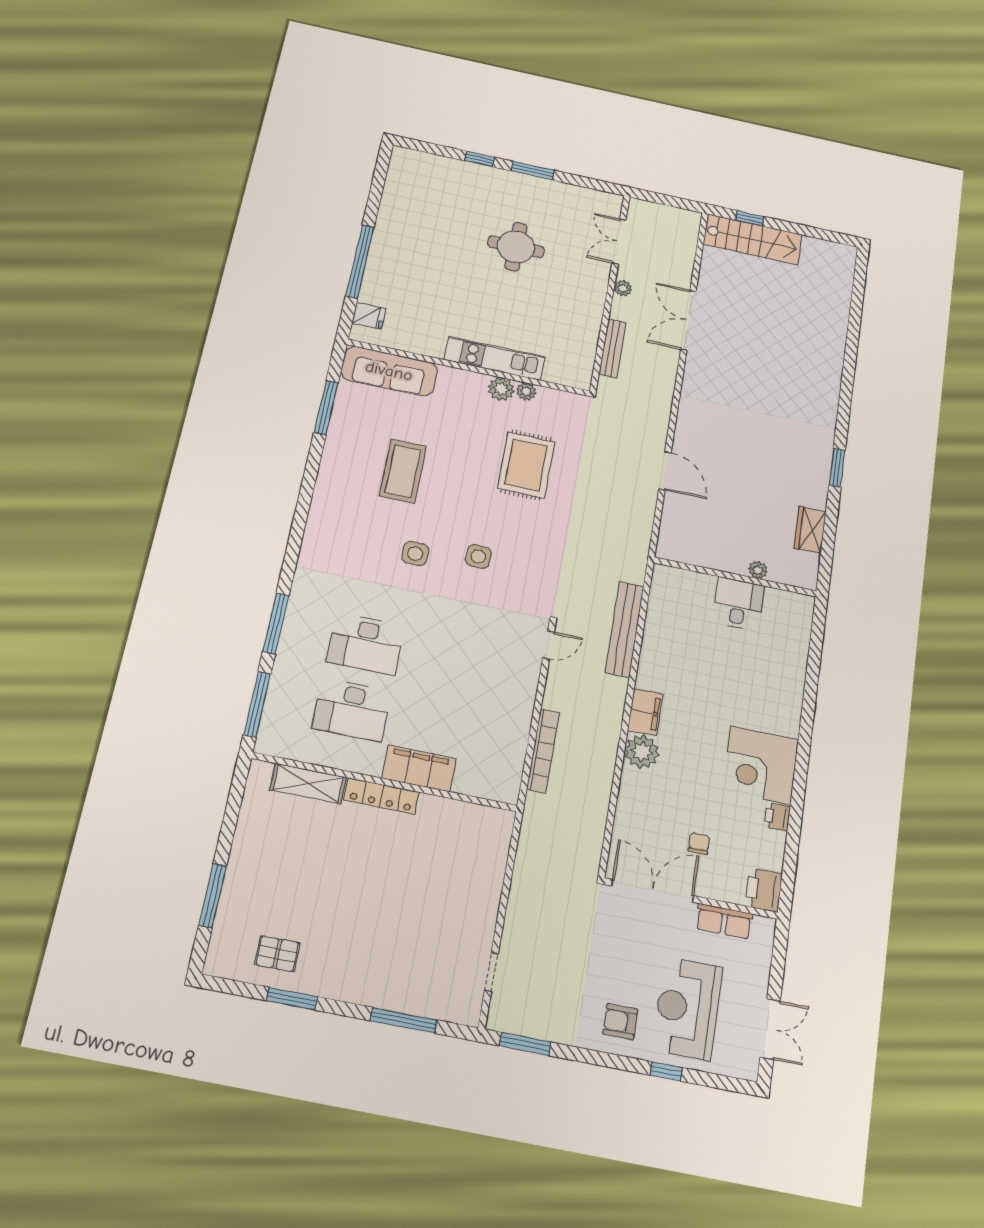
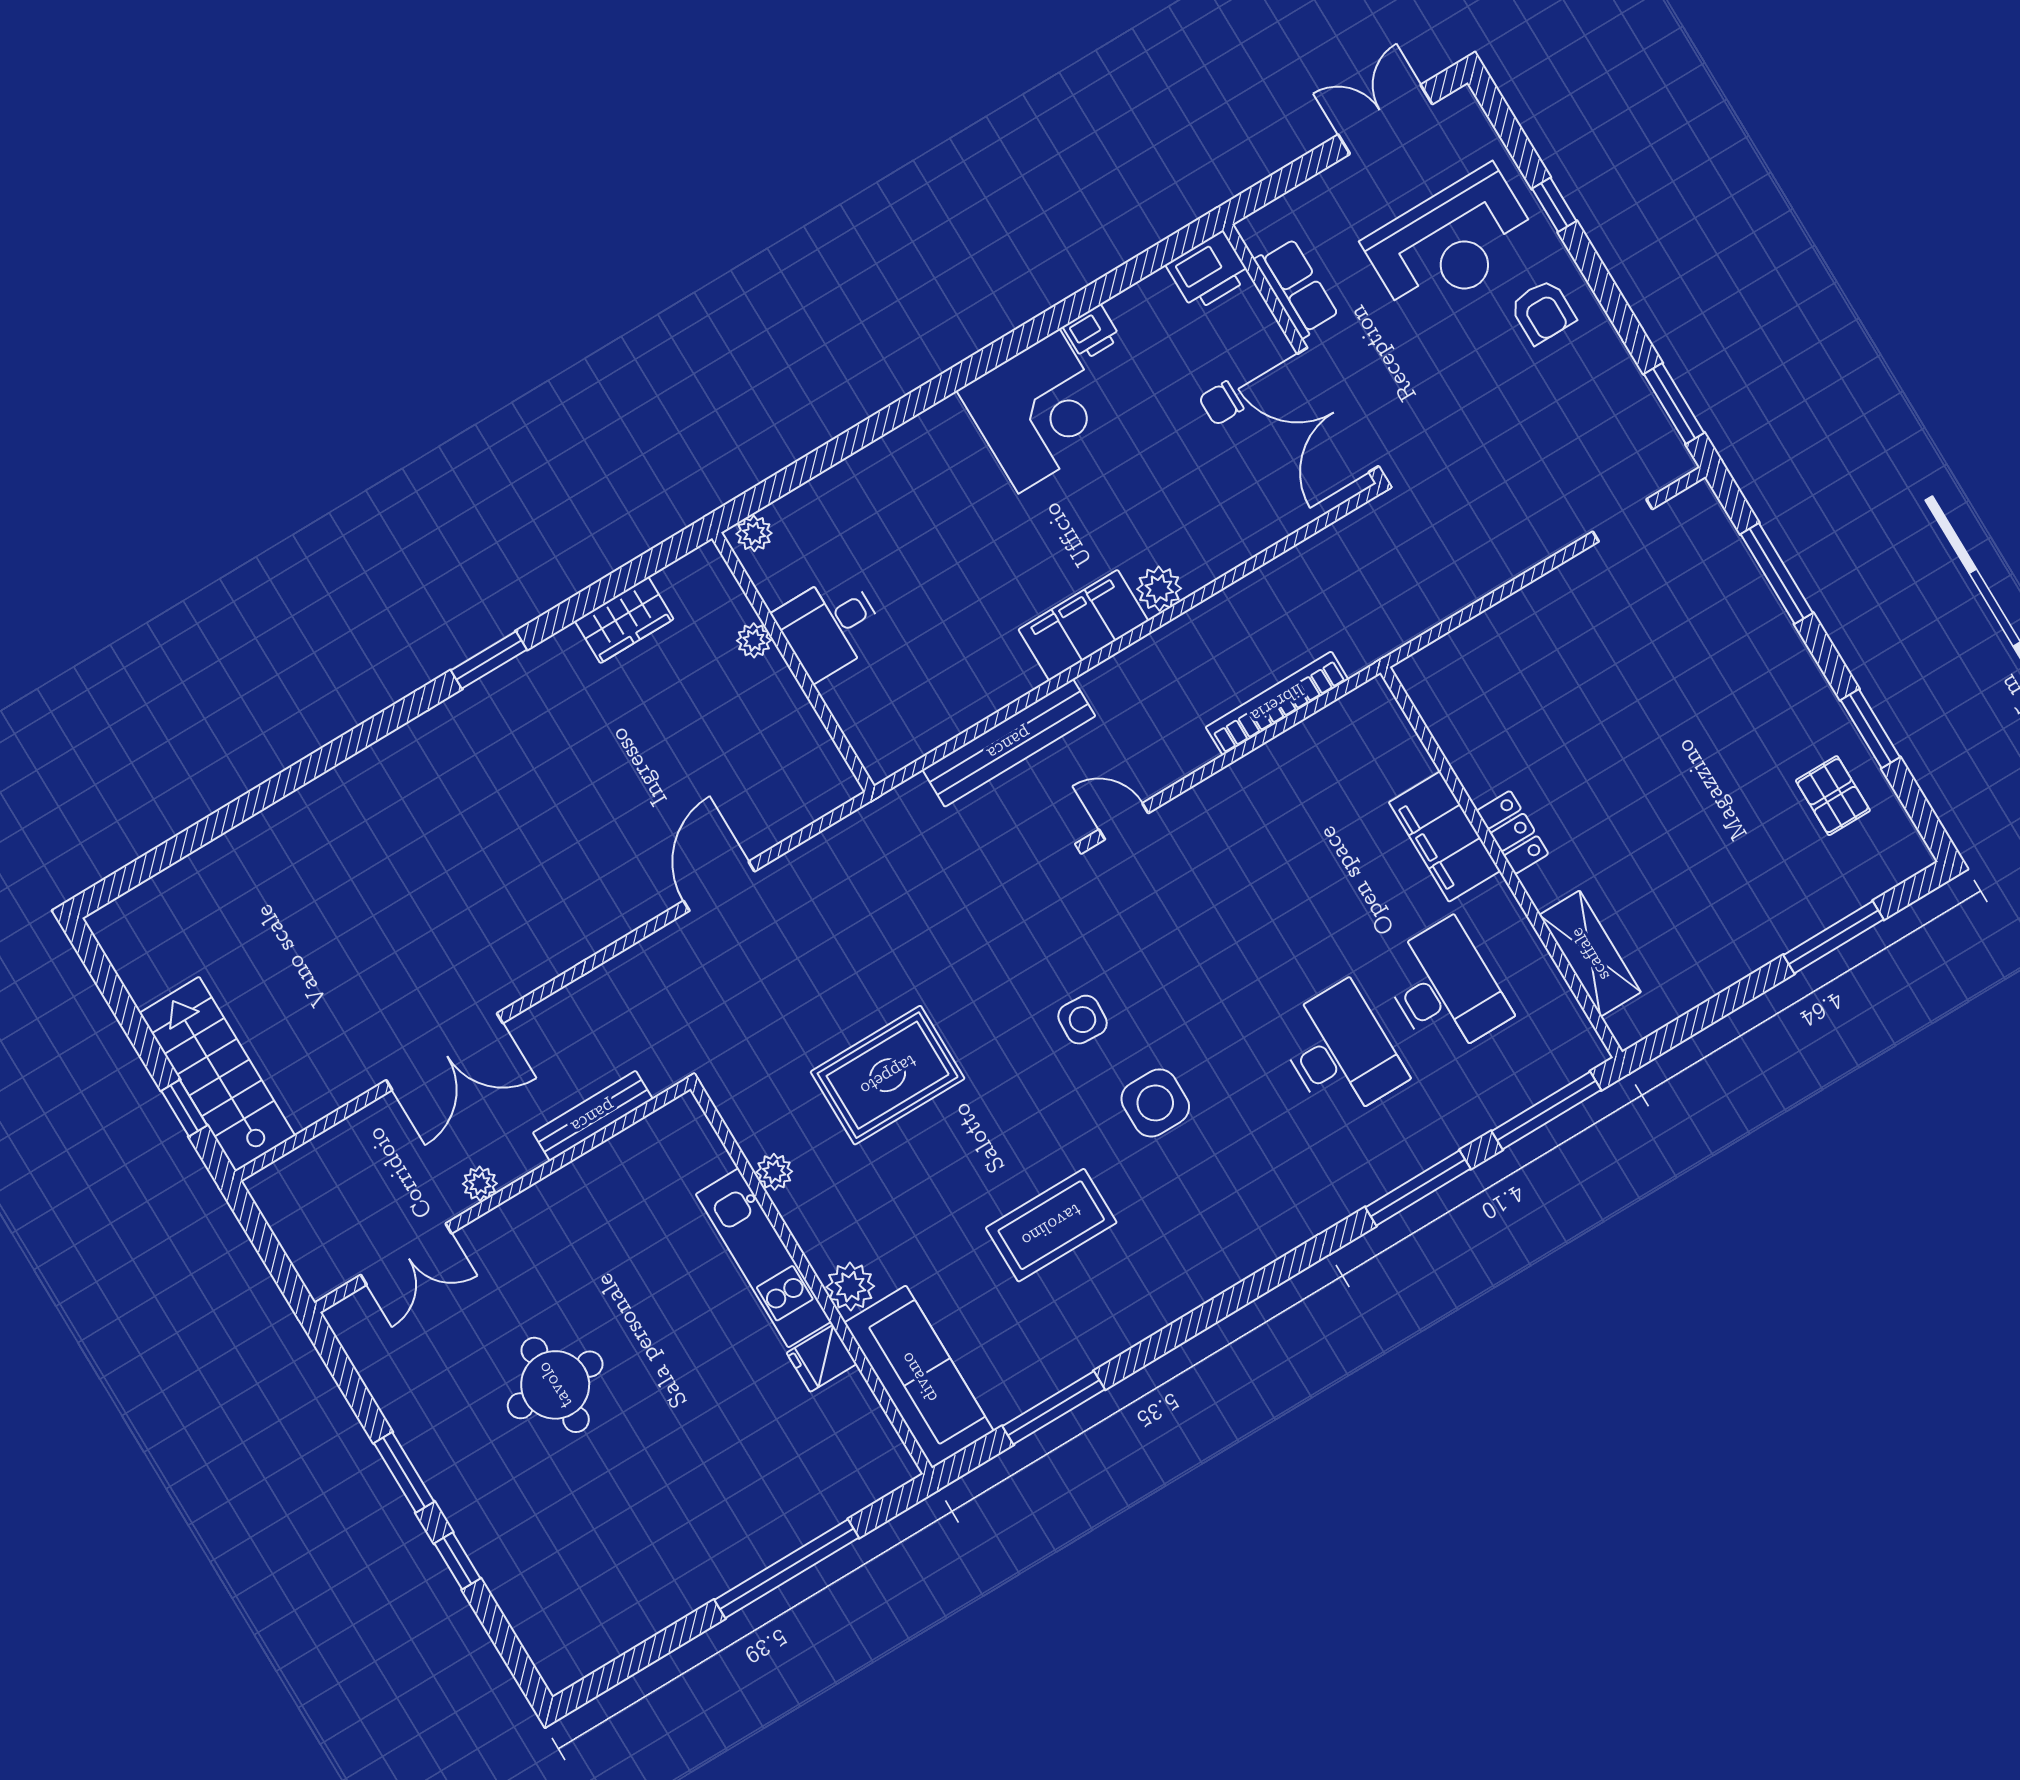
fridge: (369, 316) -> (822, 1358), moved, turned -90
plant: (501, 389) -> (850, 1287), moved
side table: (415, 554) -> (1155, 1103), width x1.37, depth x1.37
plant: (804, 609) -> (754, 533), added
filing cabinet: (645, 712) -> (1083, 625), width x1.50, depth x1.17
plant: (642, 752) -> (1159, 589), width x0.73, depth x0.73
locker: (381, 796) -> (1512, 832), width x0.66

